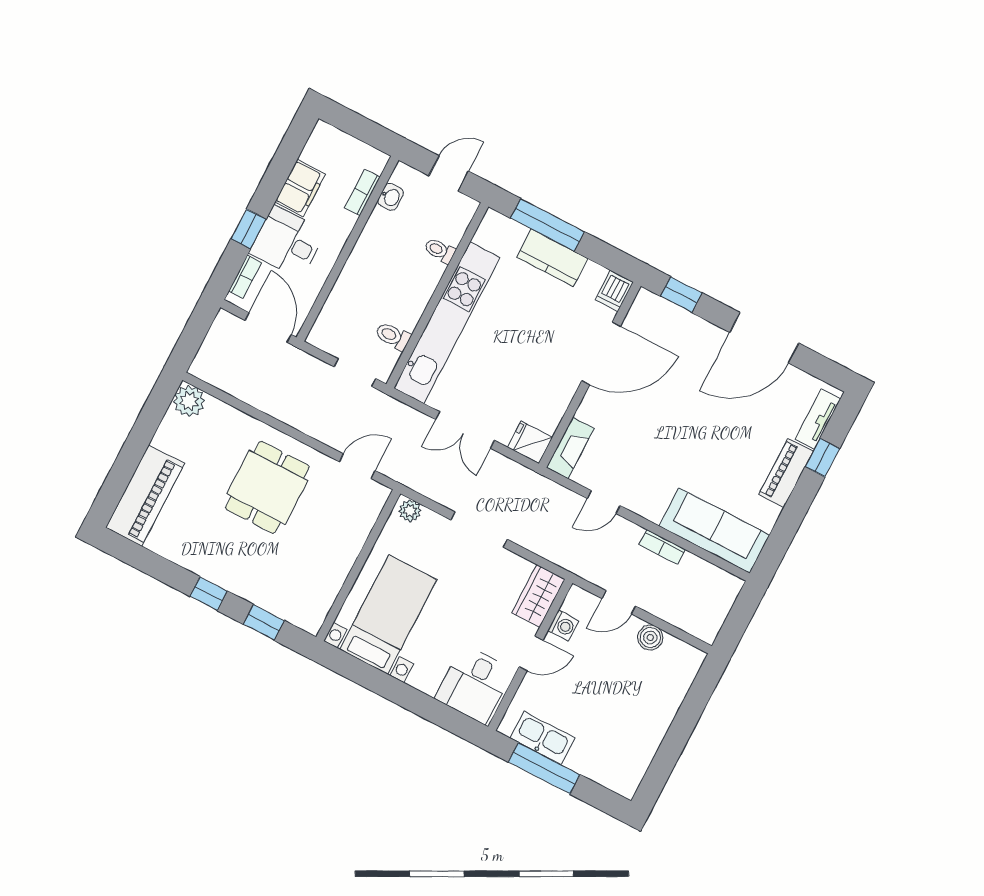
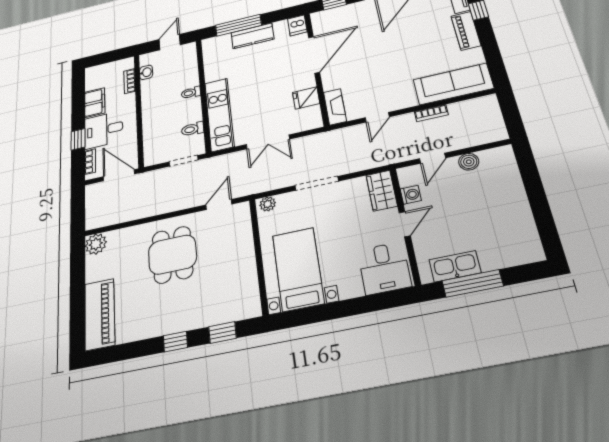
toilet: (440, 250) -> (191, 93), moved
kitchen unit: (447, 323) -> (219, 114), width x0.73
fridge: (530, 442) -> (306, 98), moved

